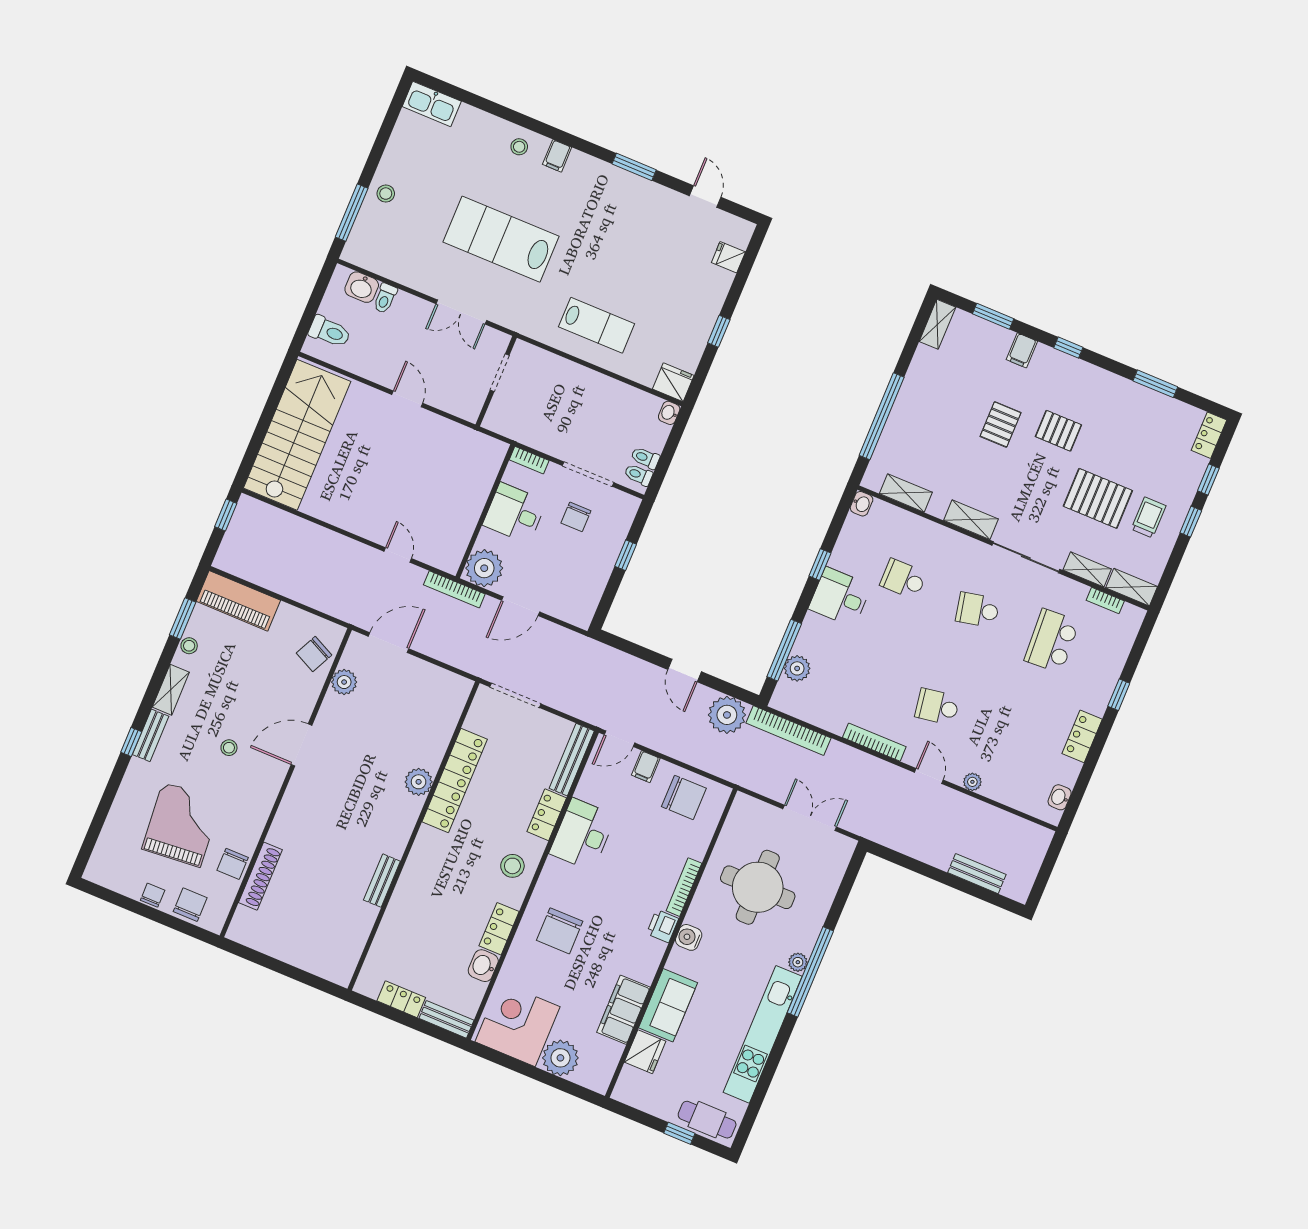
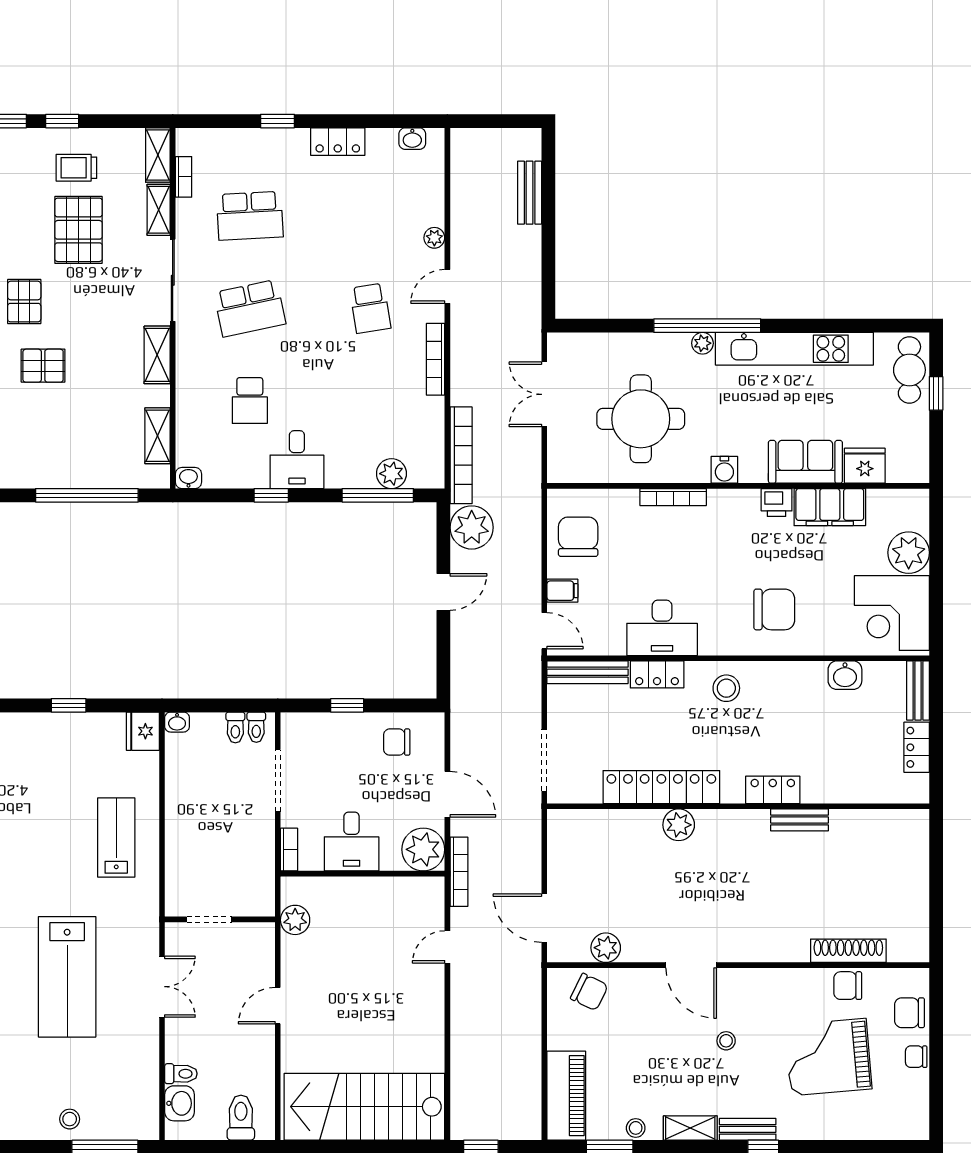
plant: (470, 442) -> (295, 920), added
chair: (576, 517) -> (397, 742), moved, turned 180
school desk: (978, 610) -> (250, 308), width x1.85
chair: (233, 864) -> (848, 986), turned 180
printer: (663, 926) -> (777, 503), moved
locker: (499, 929) -> (773, 790), moved, turned 180

